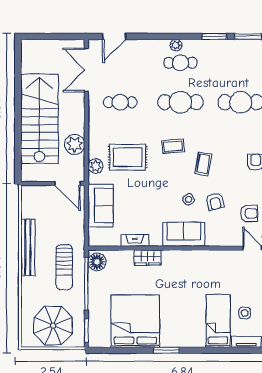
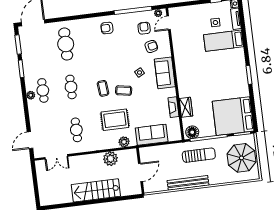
door: (114, 36) -> (30, 140), swing flipped
double door: (86, 70) -> (56, 157), width x0.73
cafe table: (180, 102) -> (71, 87), width x0.73, depth x0.74
stairs: (39, 119) -> (96, 190), width x0.73, depth x0.66
rug: (128, 157) -> (115, 120), turned 90
coffee table: (203, 164) -> (124, 91), moved
door: (67, 184) -> (140, 173), moved
armchair: (215, 201) -> (151, 46), moved
wardrobe: (147, 258) -> (186, 107), moved
bed: (135, 321) -> (233, 116), moved

